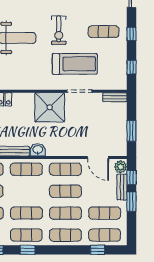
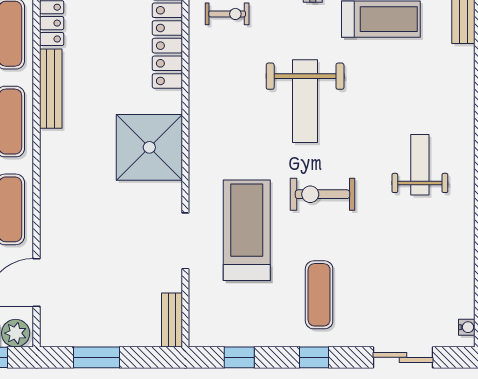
treadmill: (75, 64) -> (247, 230), turned 180
shower: (50, 107) -> (149, 147), moved
washbasin: (38, 150) -> (54, 147), removed

